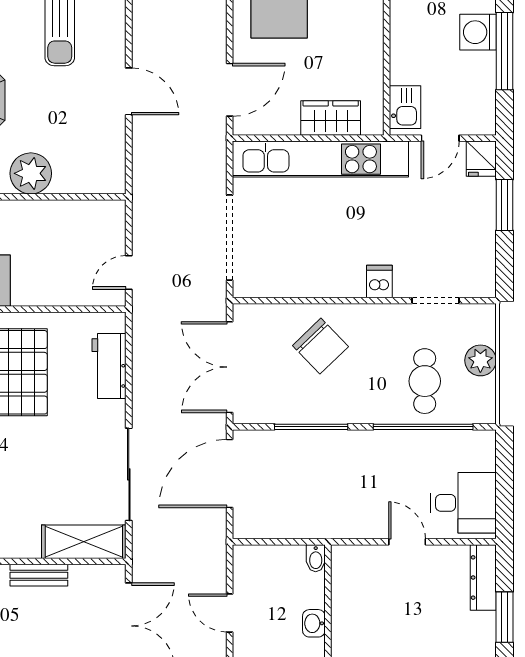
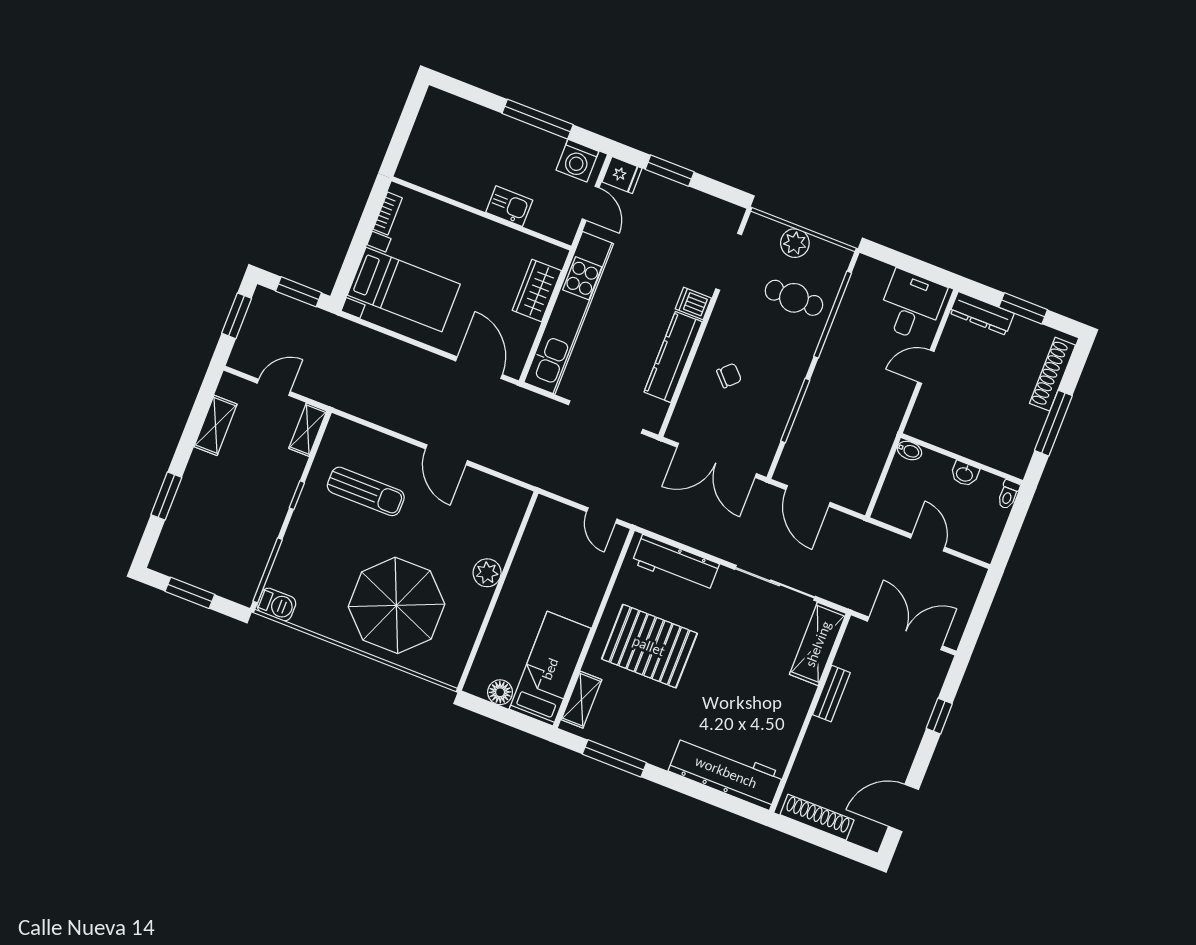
washing machine: (478, 32) -> (577, 161), moved
door: (129, 91) -> (447, 455), swing flipped
kitchen sink: (405, 107) -> (509, 206), moved
plant: (31, 173) -> (487, 573), width x0.73, depth x0.73
kitchen counter: (317, 282) -> (673, 357), added
doorway: (435, 301) -> (729, 262), width x1.38
chair: (320, 346) -> (729, 376), width x0.54, depth x0.54
workbench: (109, 366) -> (676, 563), width x1.38
door: (230, 474) -> (808, 496), width x0.73
door: (230, 613) -> (928, 543), swing flipped

